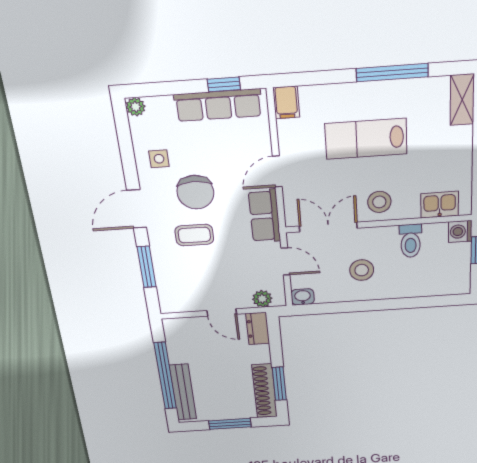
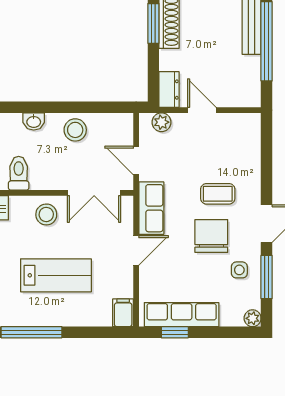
window: (147, 267) -> (267, 277), moved
stool: (362, 270) -> (75, 130), moved
washbasin: (303, 297) -> (34, 121), moved

